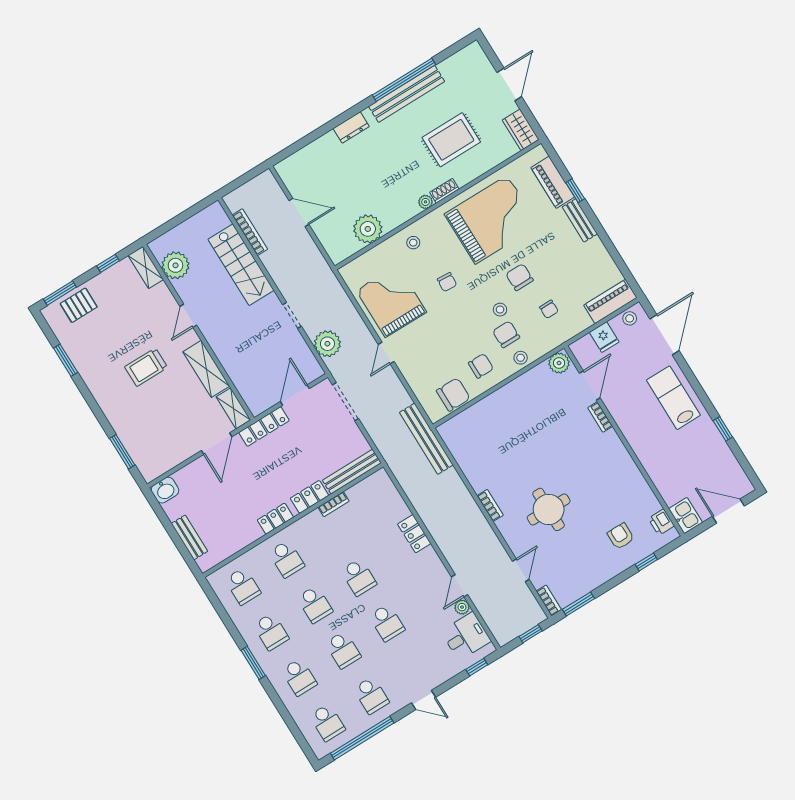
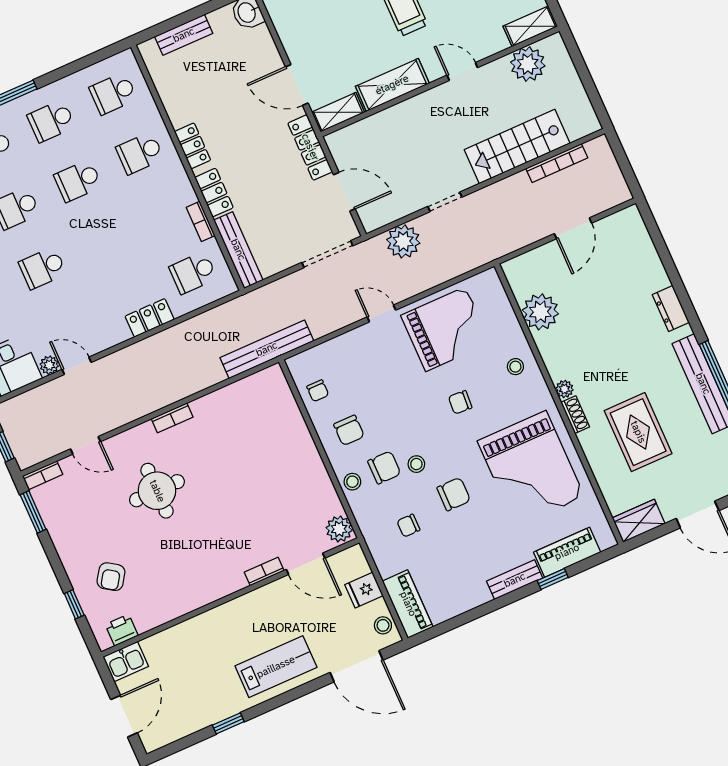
chair: (453, 395) -> (318, 391), width x0.54, depth x0.54
armchair: (621, 536) -> (111, 577), turned 124
school desk: (359, 577) -> (193, 273), moved

